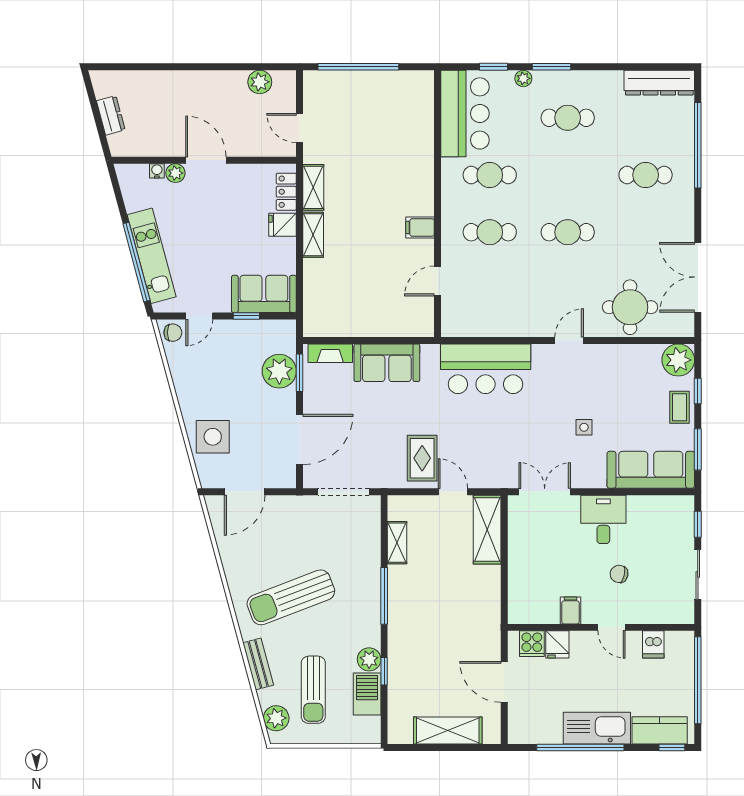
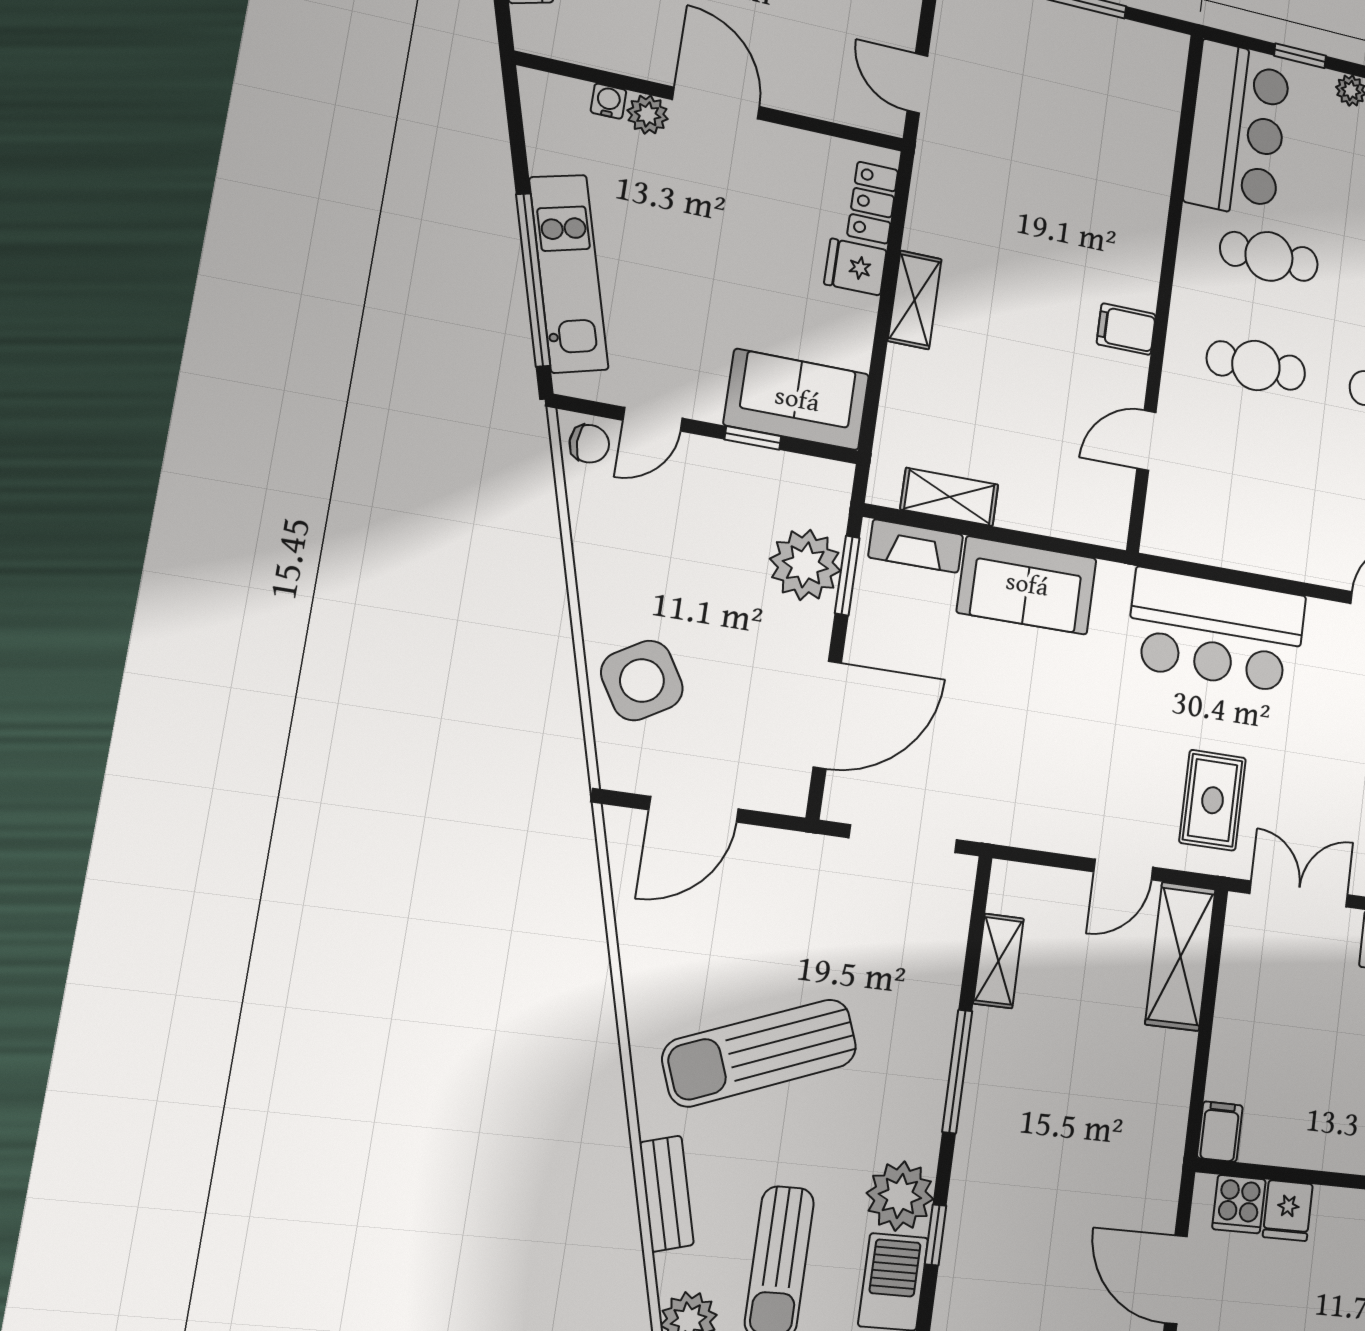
shelving: (313, 187) -> (949, 497), moved, turned 90
side table: (213, 437) -> (642, 680), turned -31
rug: (422, 458) -> (1213, 800), moved
door: (453, 492) -> (1123, 869), swing flipped
filing cabinet: (570, 610) -> (1220, 1132), moved
plant: (369, 659) -> (900, 1196), width x1.36, depth x1.36

